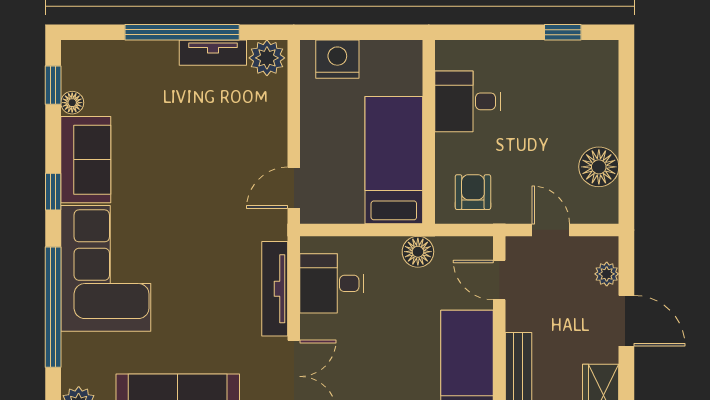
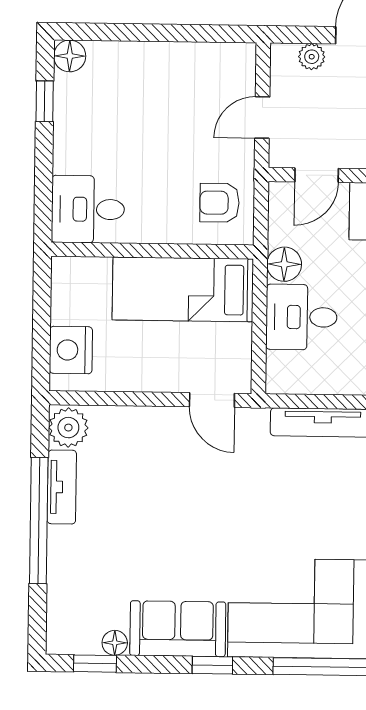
desk: (468, 101) -> (88, 209), moved, turned 90
floor lamp: (599, 167) -> (70, 56), moved, width x0.73, depth x0.73
desk: (332, 283) -> (301, 317), moved, turned 90

